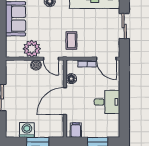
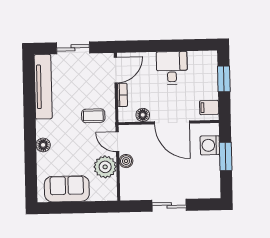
door: (51, 59) -> (117, 142), swing flipped
washing machine: (27, 130) -> (210, 145), moved

